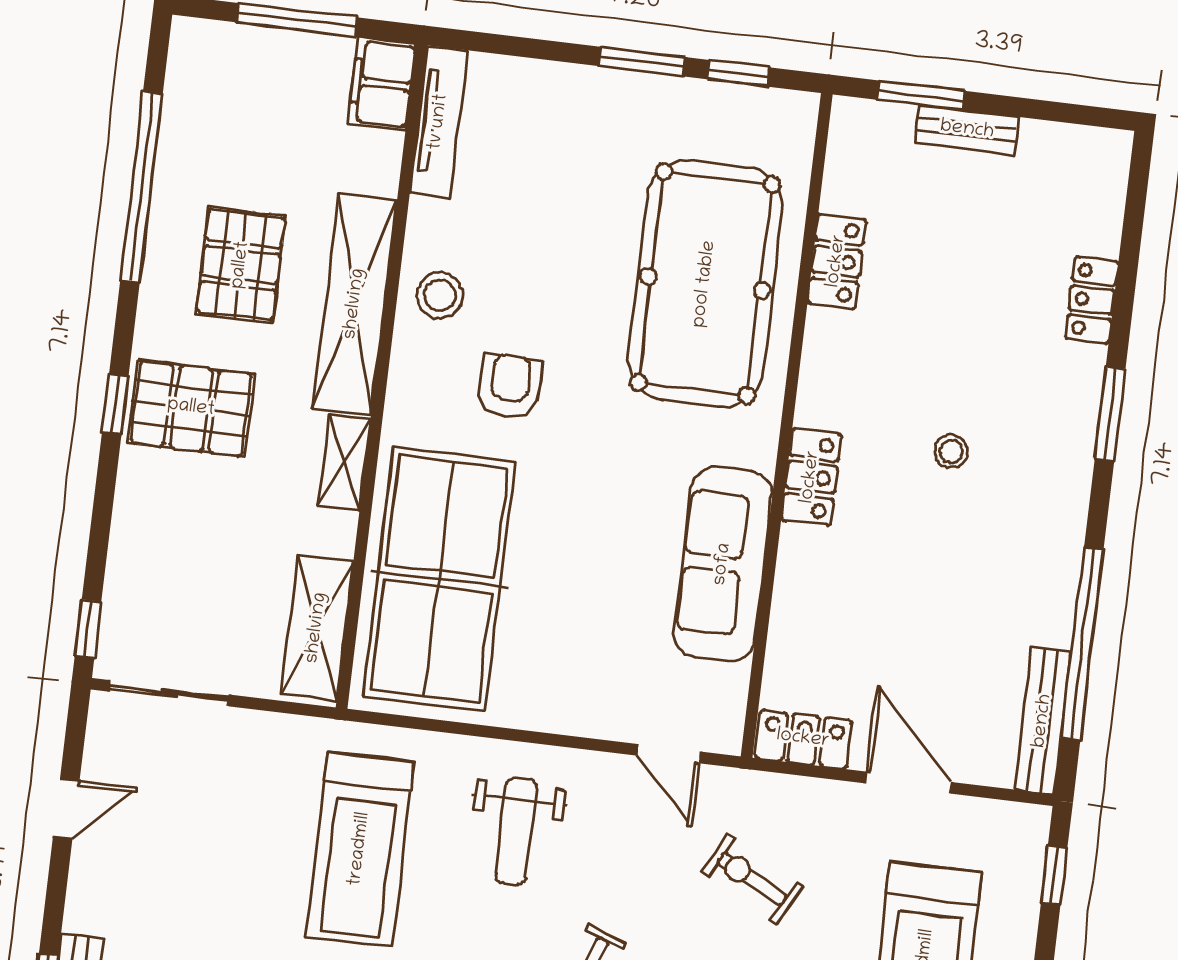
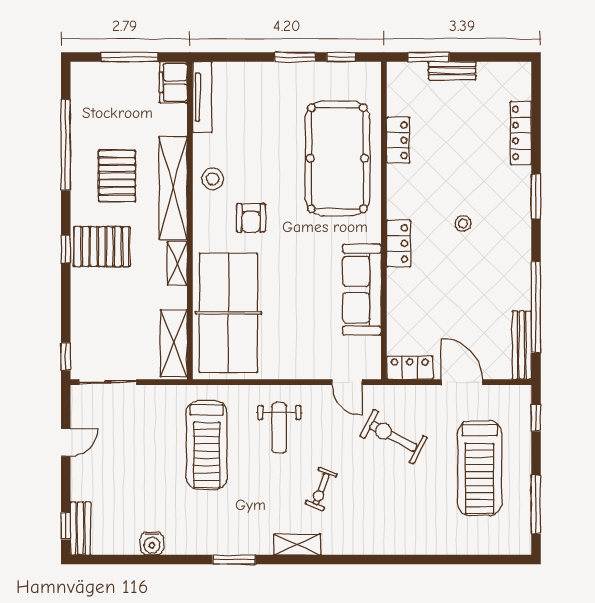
locker: (1092, 300) -> (521, 133), width x1.53
armchair: (510, 386) -> (251, 218), turned 180
exercise bike: (752, 879) -> (393, 437), width x1.38, depth x1.39

